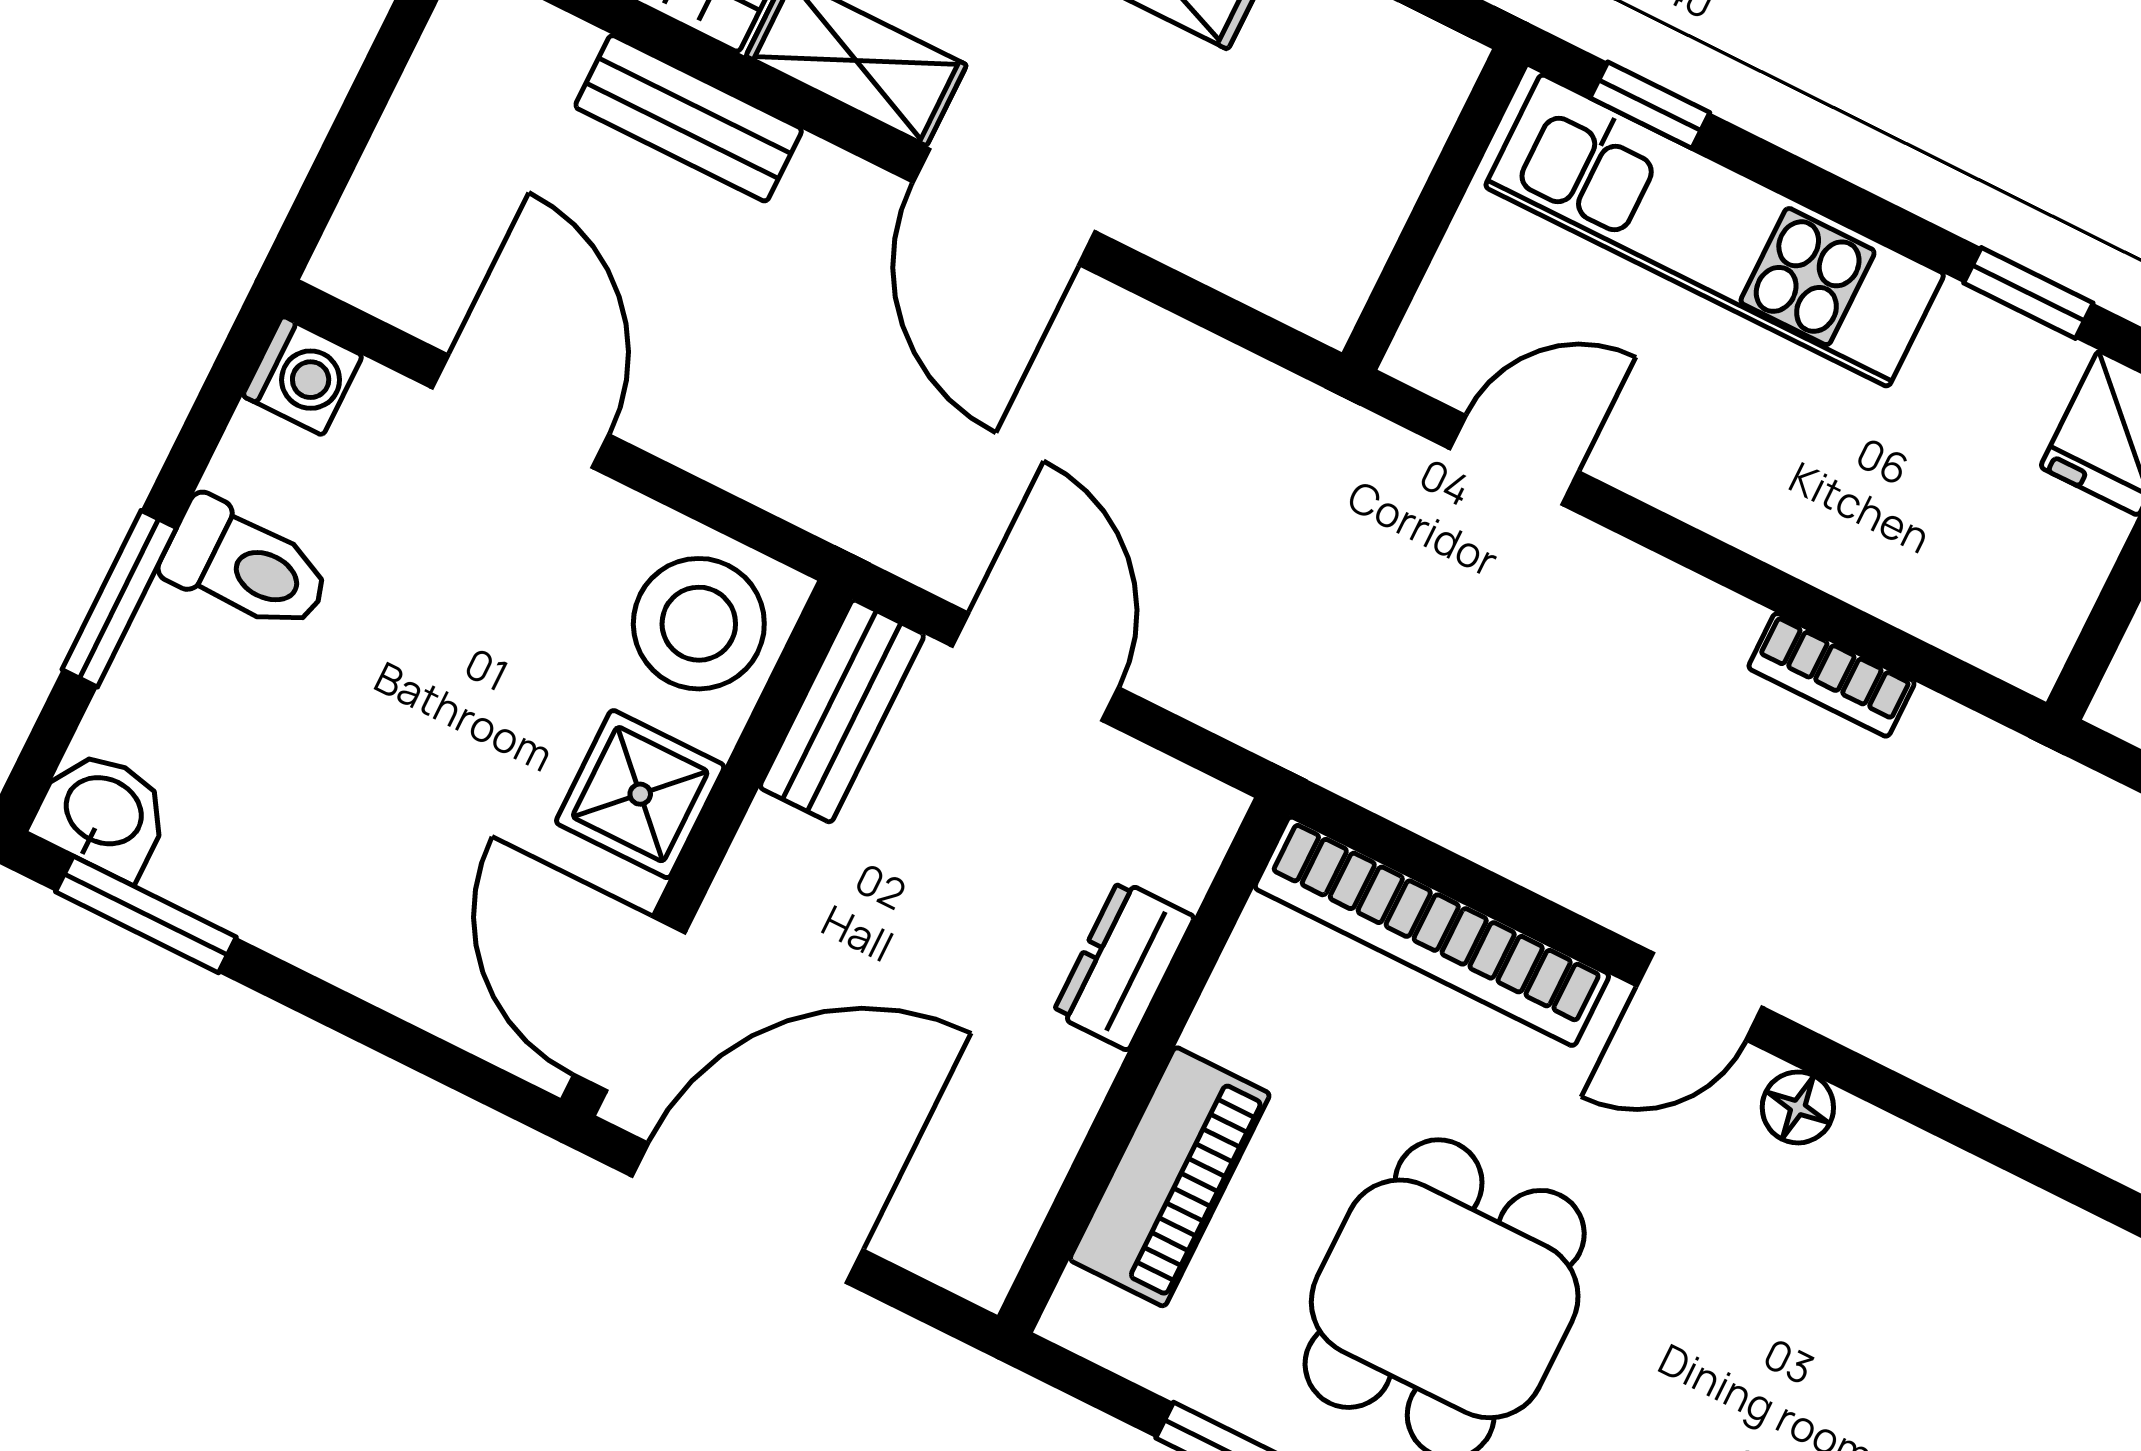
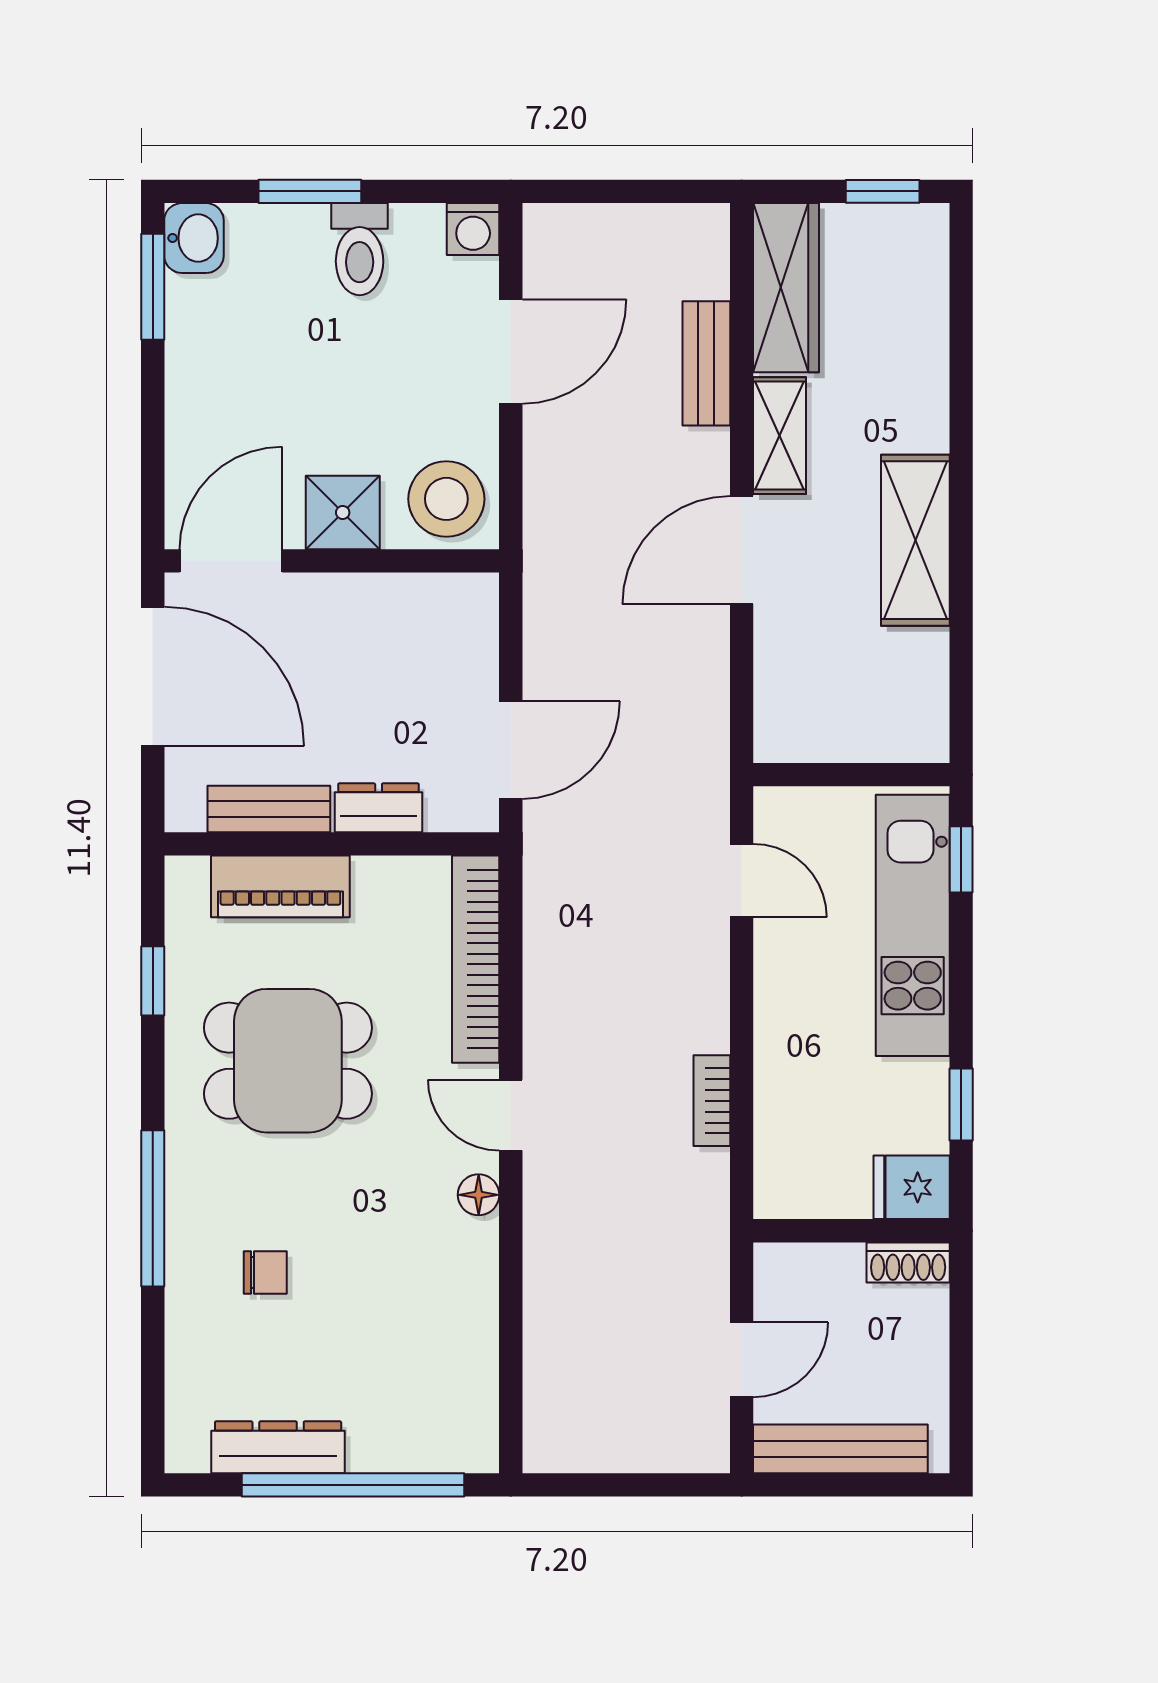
door: (1035, 667) -> (511, 750), moved
bench: (842, 711) -> (269, 809), moved

